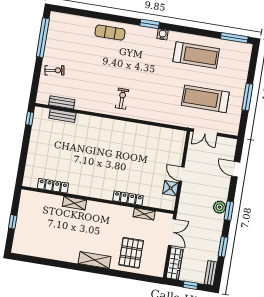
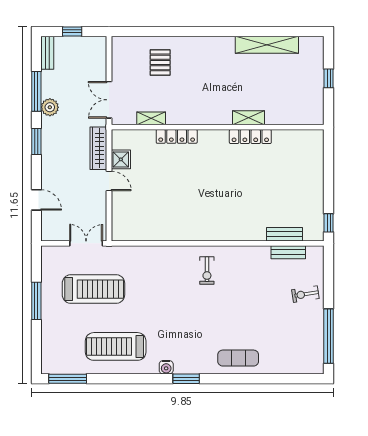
locker: (53, 186) -> (250, 137), moved
plant: (220, 207) -> (50, 107), moved
window: (223, 247) -> (36, 91), width x1.44
pallet: (131, 253) -> (160, 62), width x0.67, depth x0.71
shelving: (95, 260) -> (267, 45), moved, width x1.47
wardrobe: (175, 264) -> (98, 148), moved

